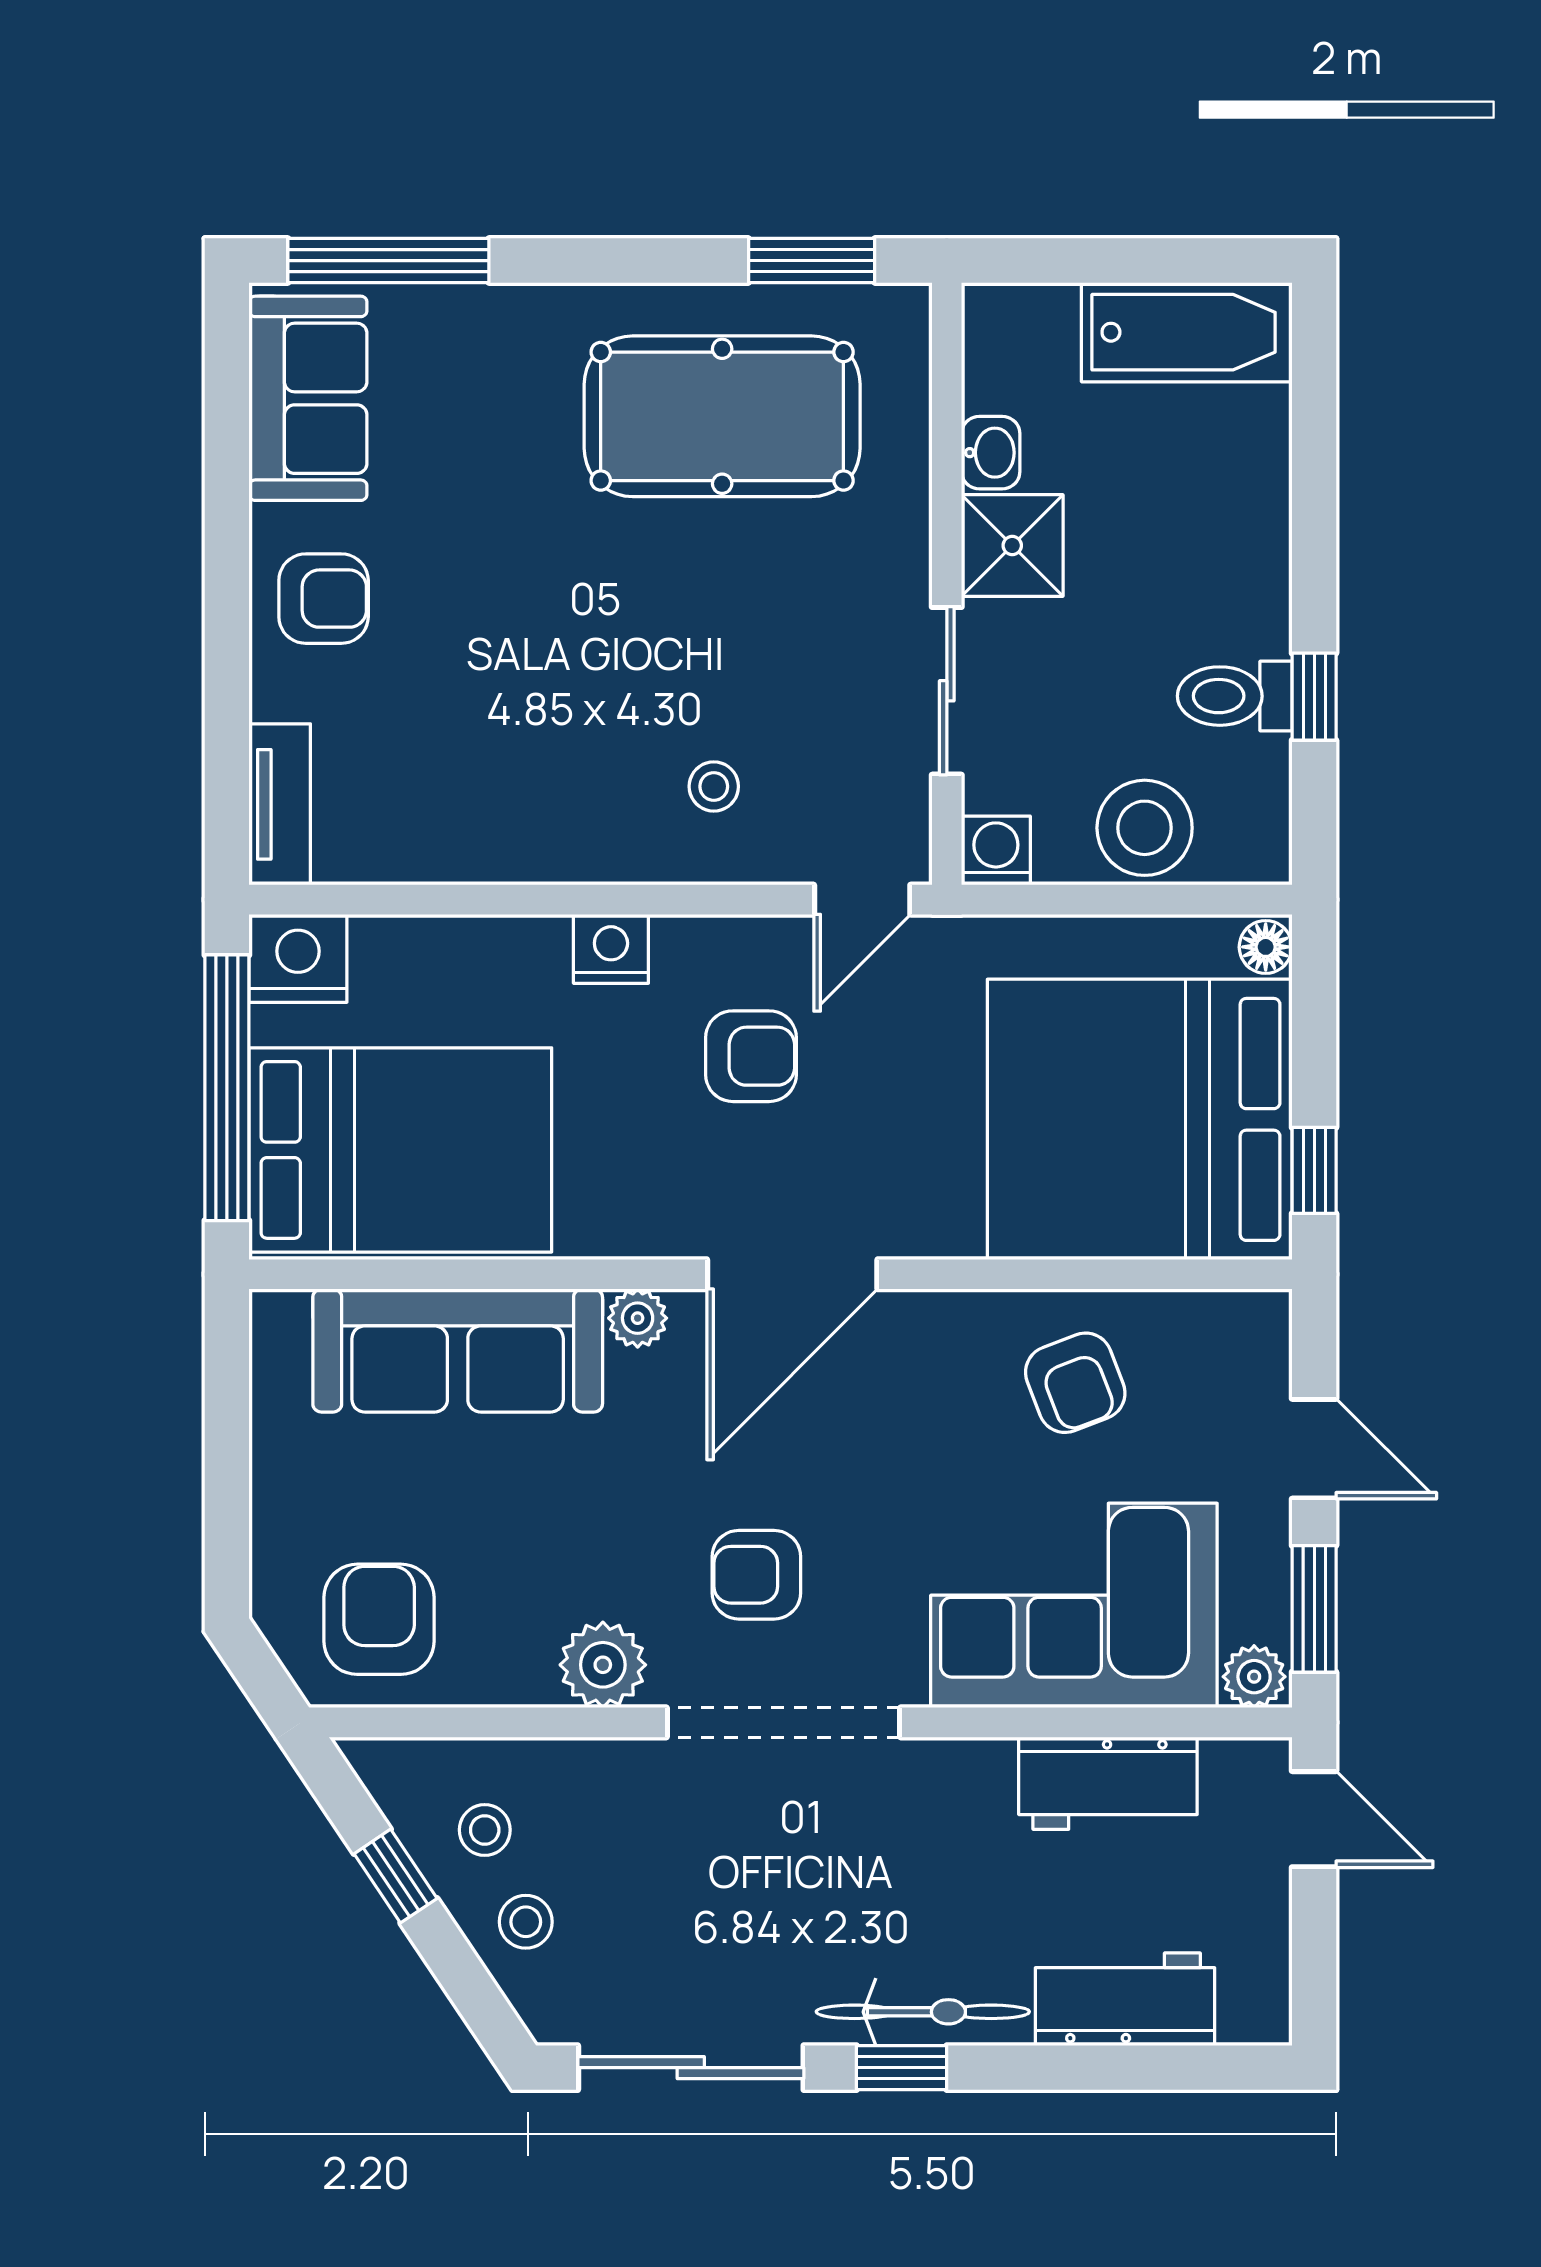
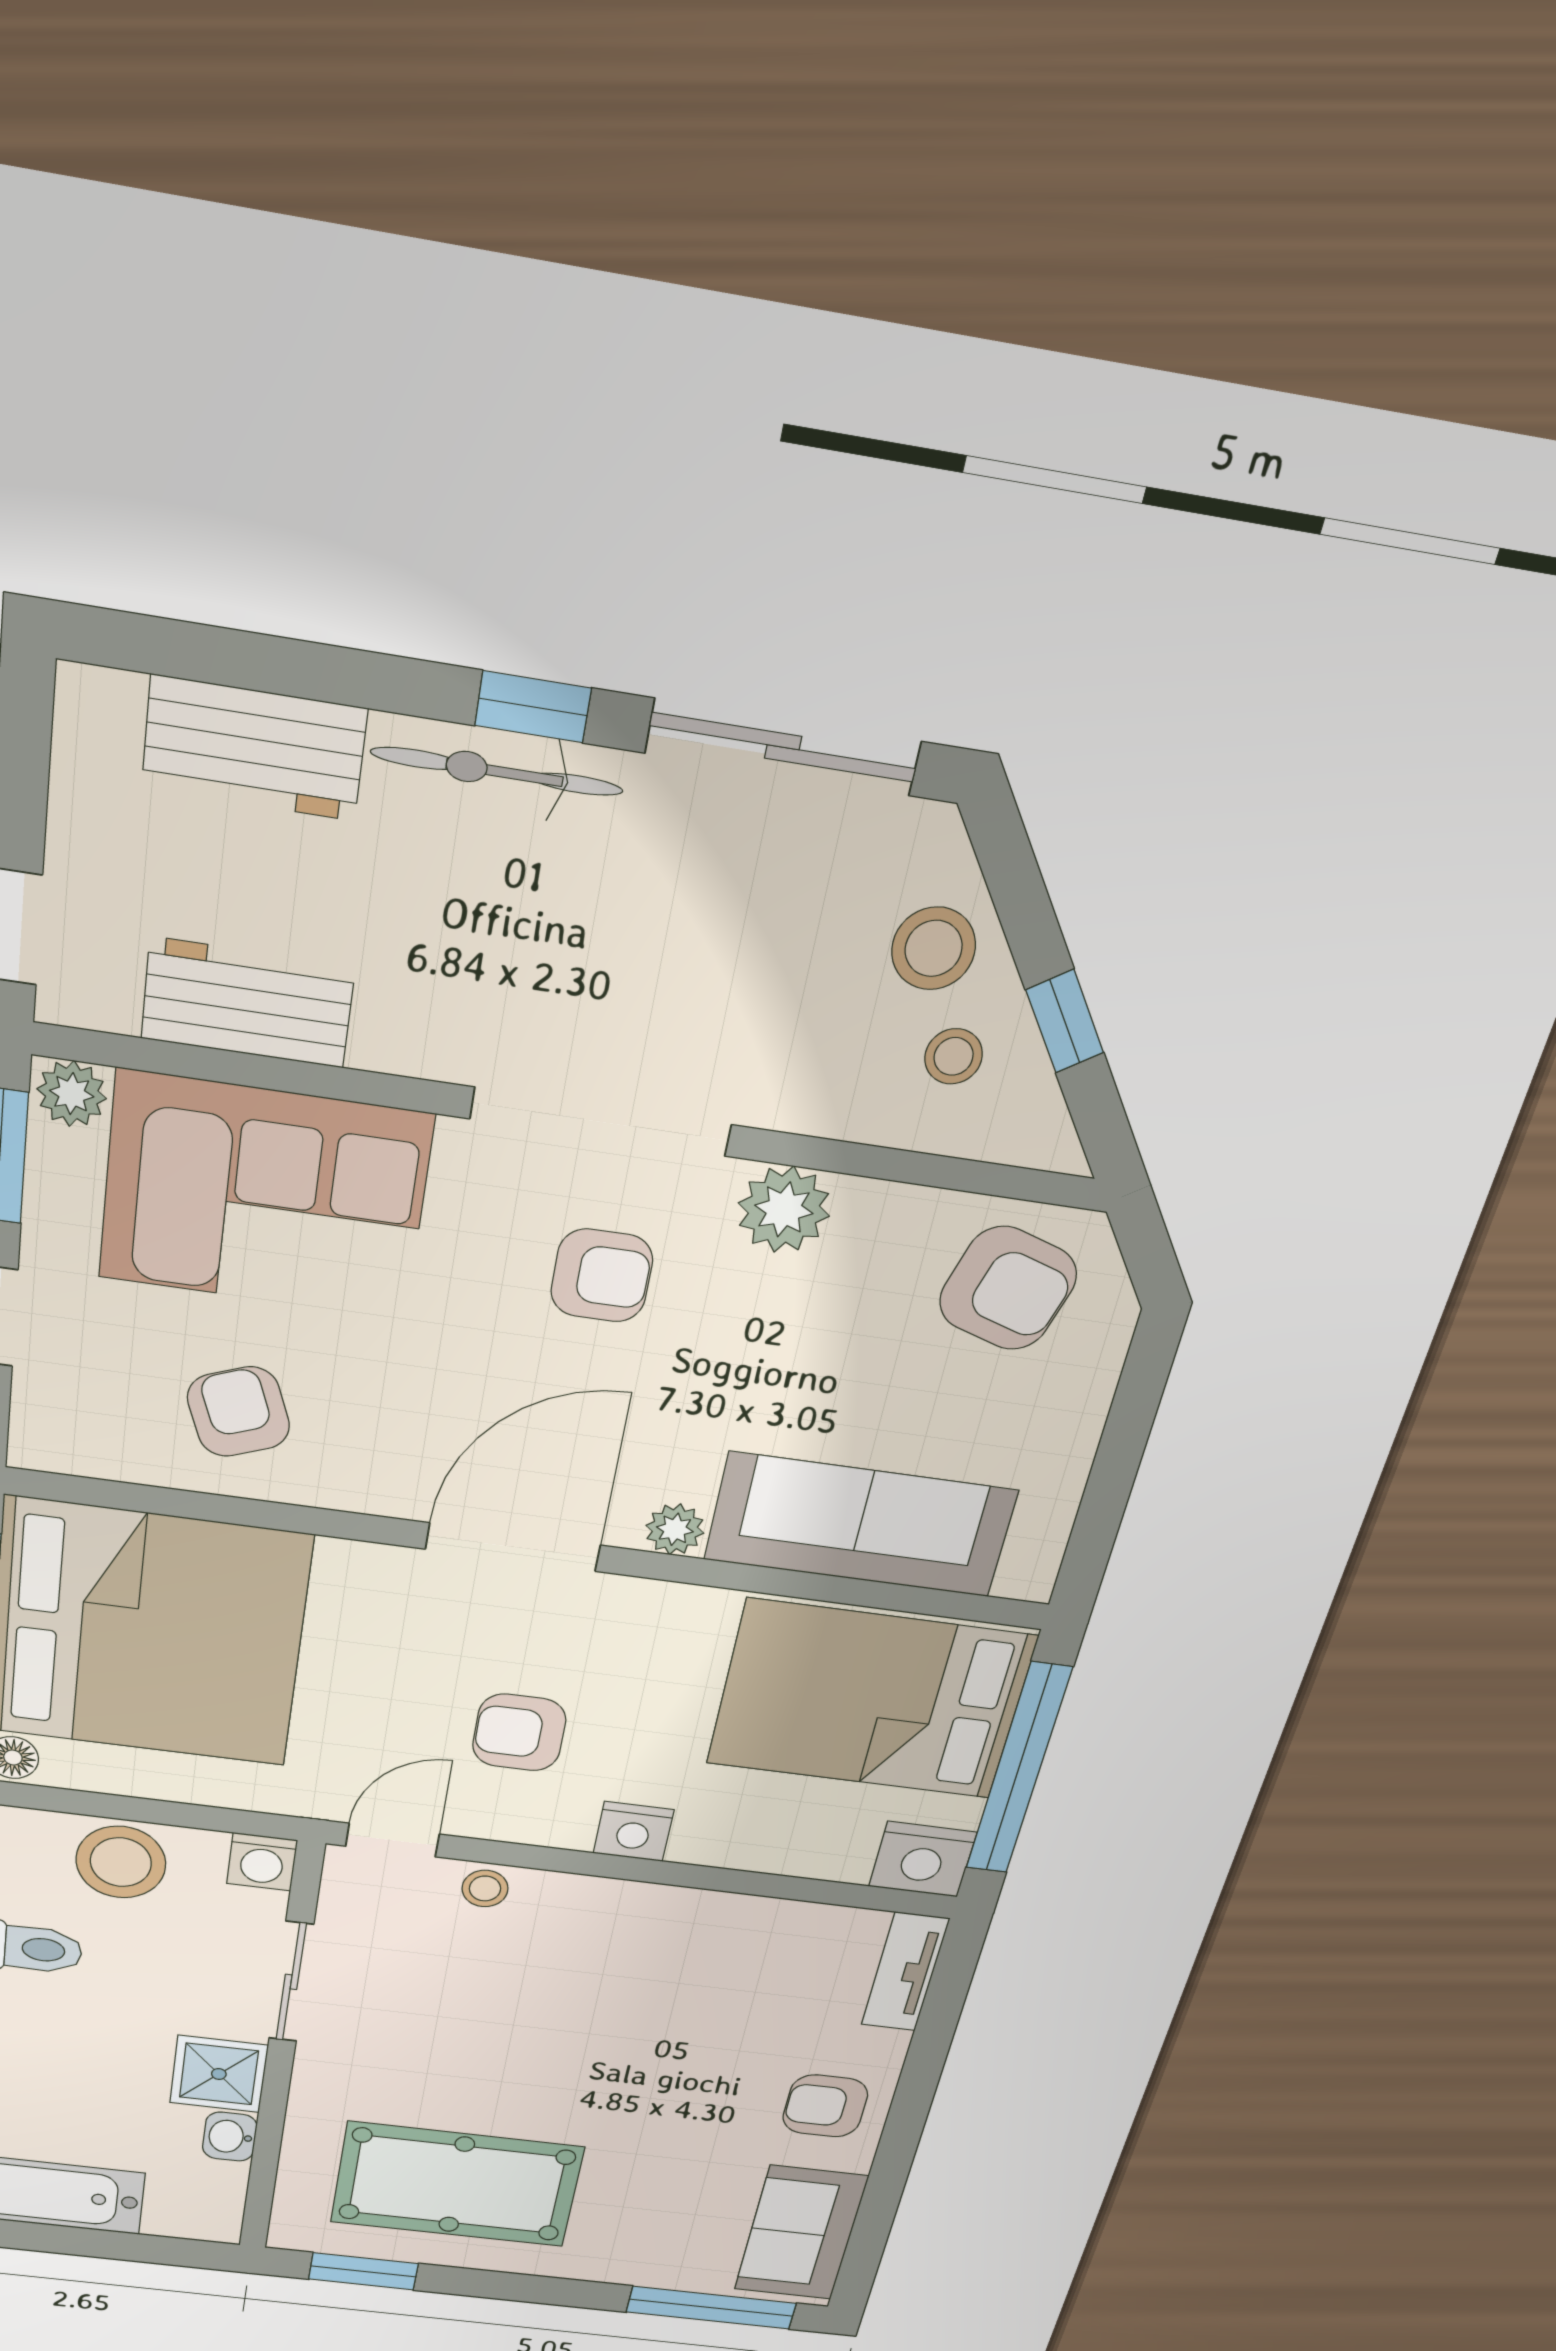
stool: (714, 786) -> (485, 1888), moved
armchair: (379, 1619) -> (1008, 1288), turned -73
stool: (526, 1922) -> (934, 948), width x1.37, depth x1.37

